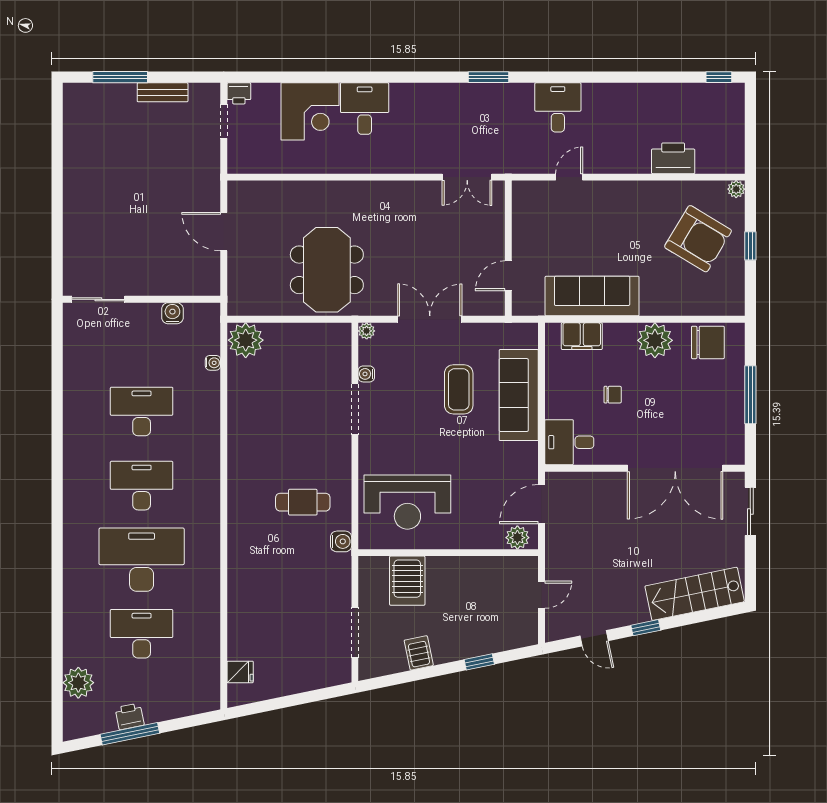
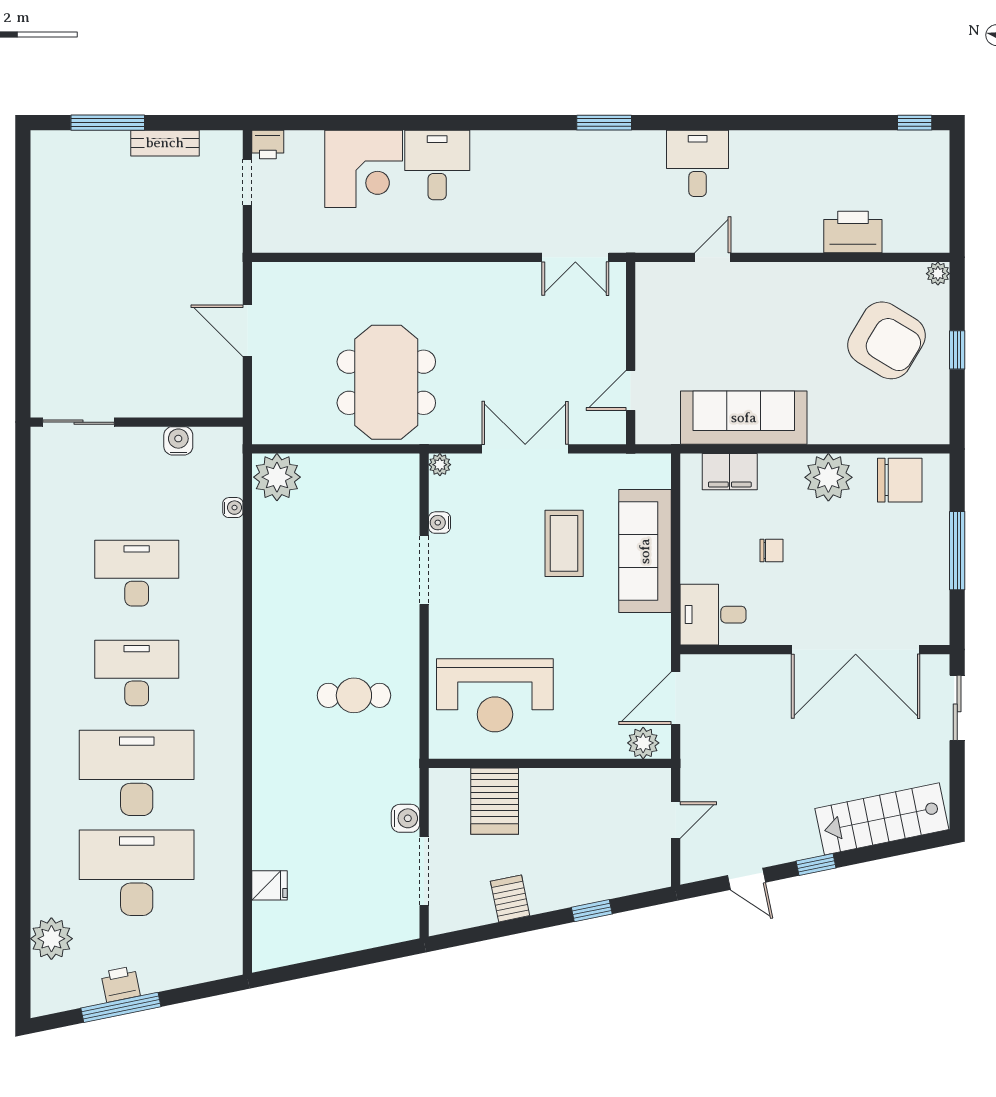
water cooler: (341, 541) -> (406, 818), moved
desk: (142, 634) -> (137, 873), width x1.36, depth x1.30
fridge: (240, 672) -> (270, 885), moved

